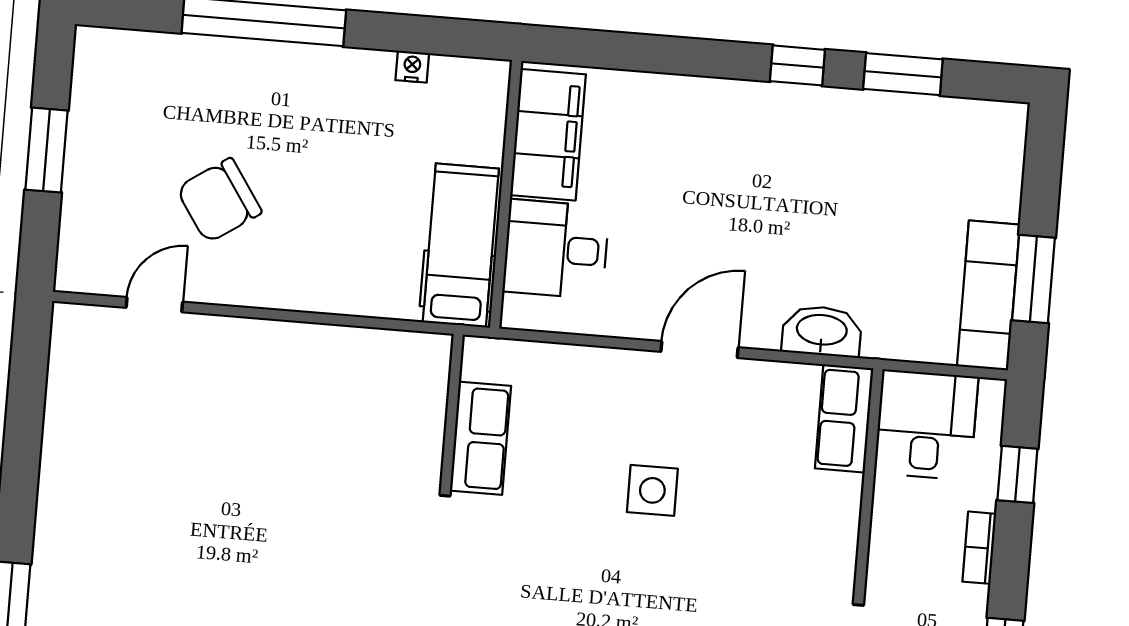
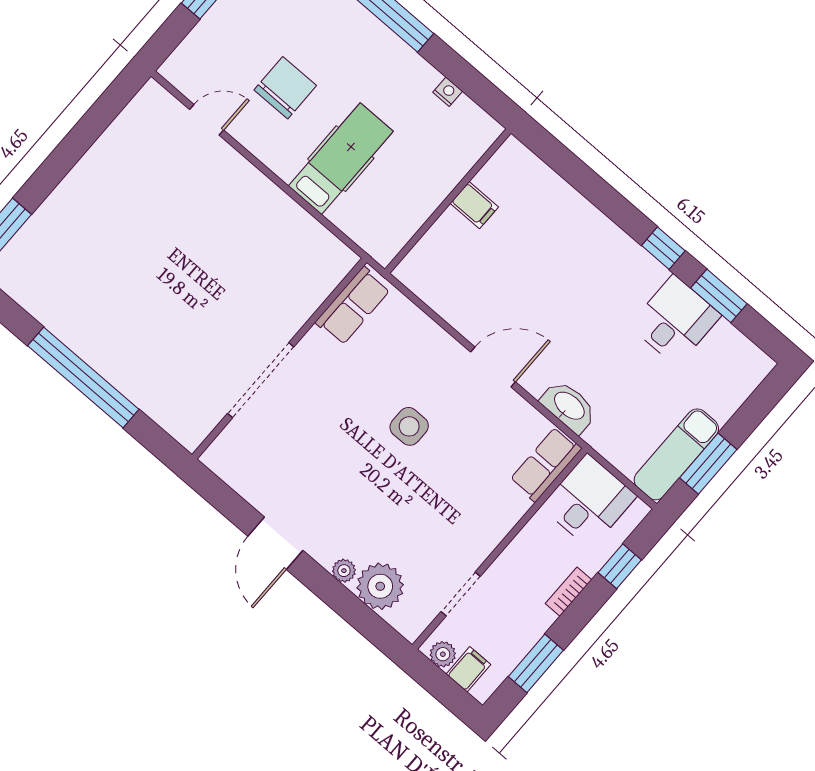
filing cabinet: (548, 135) -> (474, 205), width x0.33, depth x0.86
chair: (219, 200) -> (285, 88), turned 124
hospital bed: (461, 245) -> (341, 159), moved
desk: (556, 249) -> (675, 320), moved, turned 90
row of seats: (480, 438) -> (353, 306), moved

